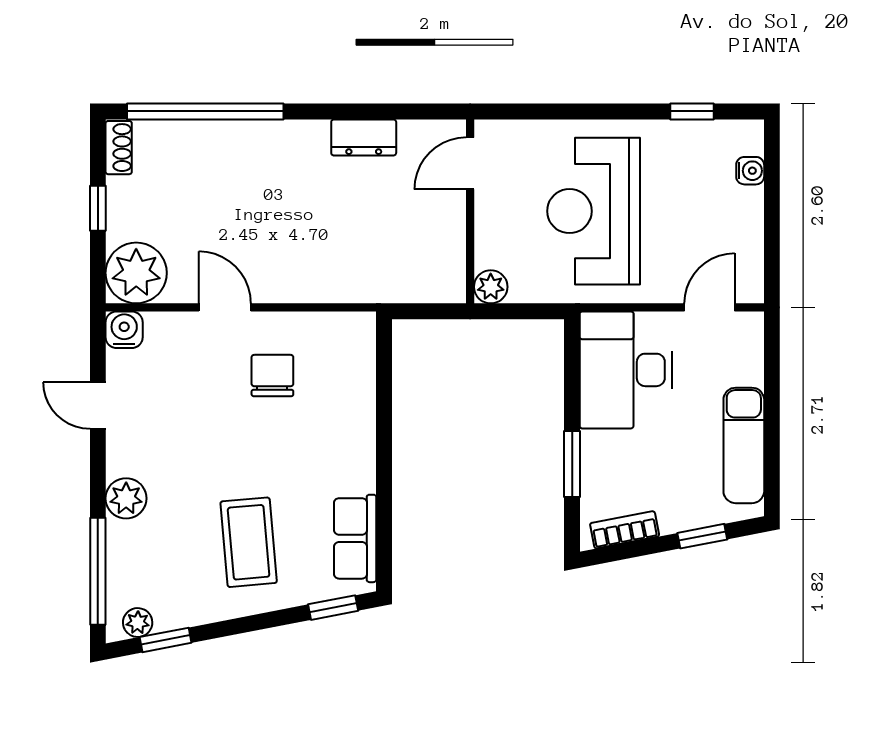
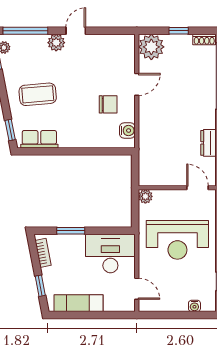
reception desk: (594, 211) -> (177, 240), turned 180
water cooler: (124, 330) -> (127, 131), moved
door: (98, 405) -> (76, 31), moved

